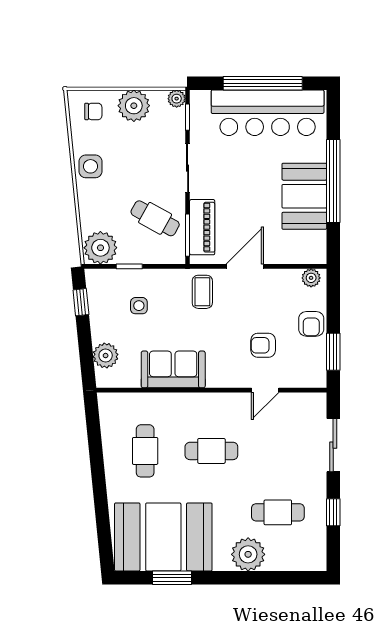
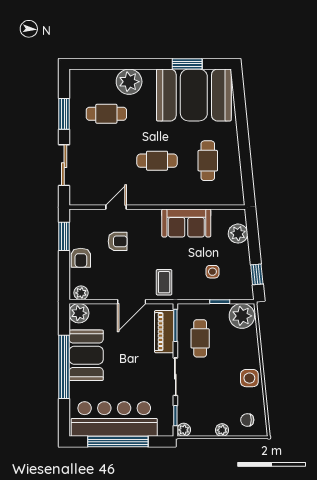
plant: (134, 106) -> (222, 430), width x0.53, depth x0.53
cafe table: (155, 218) -> (200, 338), turned 61
plant: (314, 251) -> (79, 313), added
armchair: (311, 324) -> (81, 258), turned 180
window: (333, 512) -> (64, 114), width x1.50

